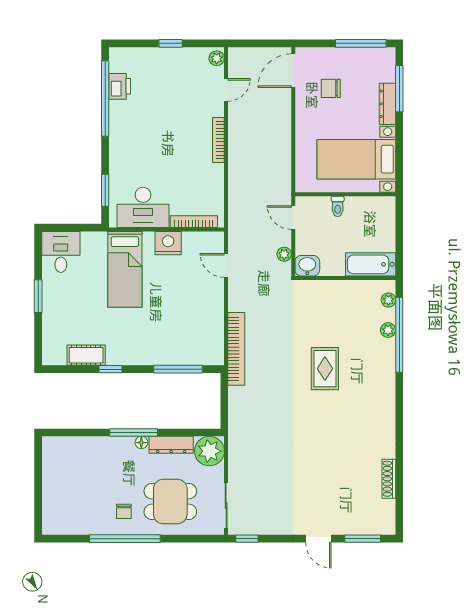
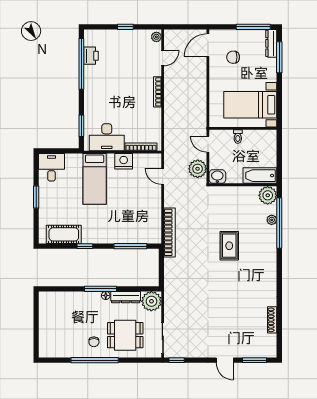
dresser: (387, 104) -> (271, 43), moved
plant: (284, 254) -> (198, 169), width x1.88, depth x1.88
plant: (388, 300) -> (268, 195), width x1.87, depth x1.87
cot: (86, 355) -> (64, 234), width x1.37, depth x1.34

